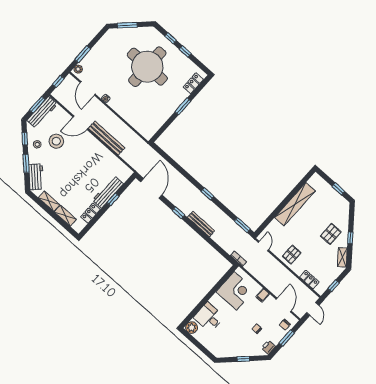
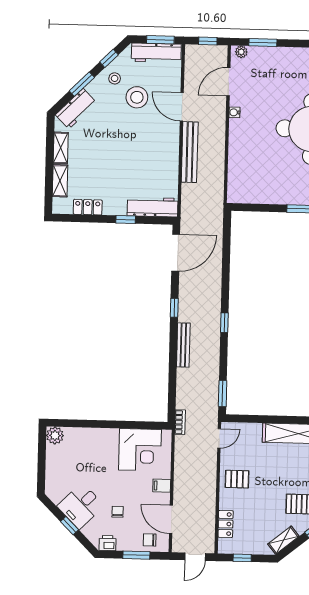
workbench: (108, 192) -> (152, 207), moved
door: (284, 305) -> (171, 519), swing flipped
desk: (209, 317) -> (81, 506), moved, turned -135

